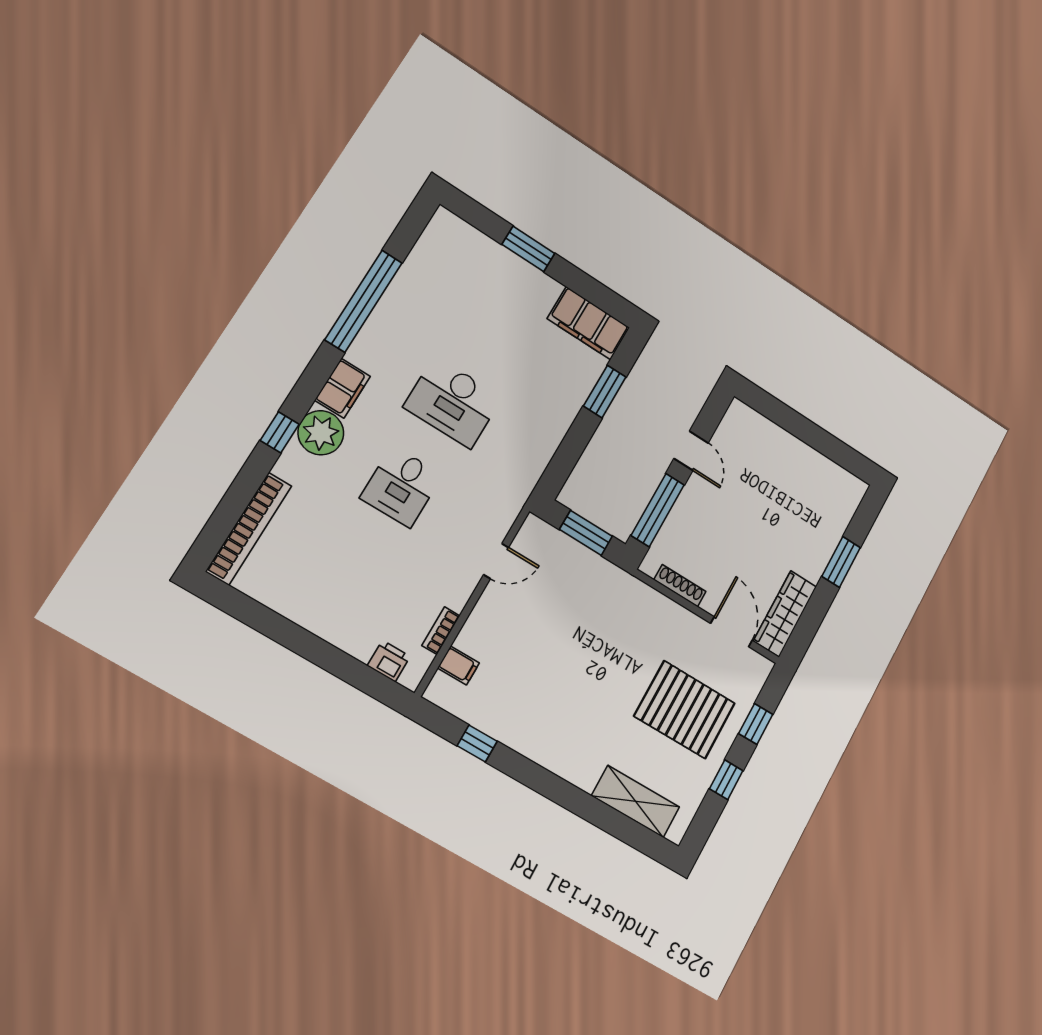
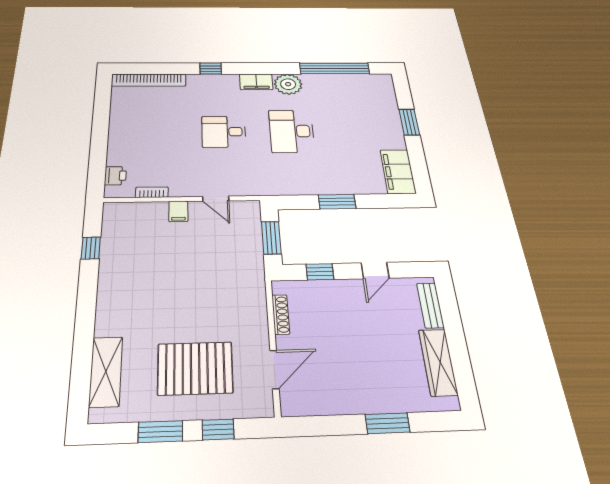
window: (364, 301) -> (334, 68), moved
window: (605, 391) -> (337, 202), moved
bench: (760, 426) -> (430, 305), added
plant: (321, 433) -> (288, 84), moved
window: (658, 510) -> (320, 272), width x0.46
wardrobe: (785, 614) -> (438, 362), moved, turned -90
filing cabinet: (458, 665) -> (178, 211), moved
pallet: (685, 710) -> (195, 368), turned 90
window: (726, 780) -> (161, 432), width x1.50

